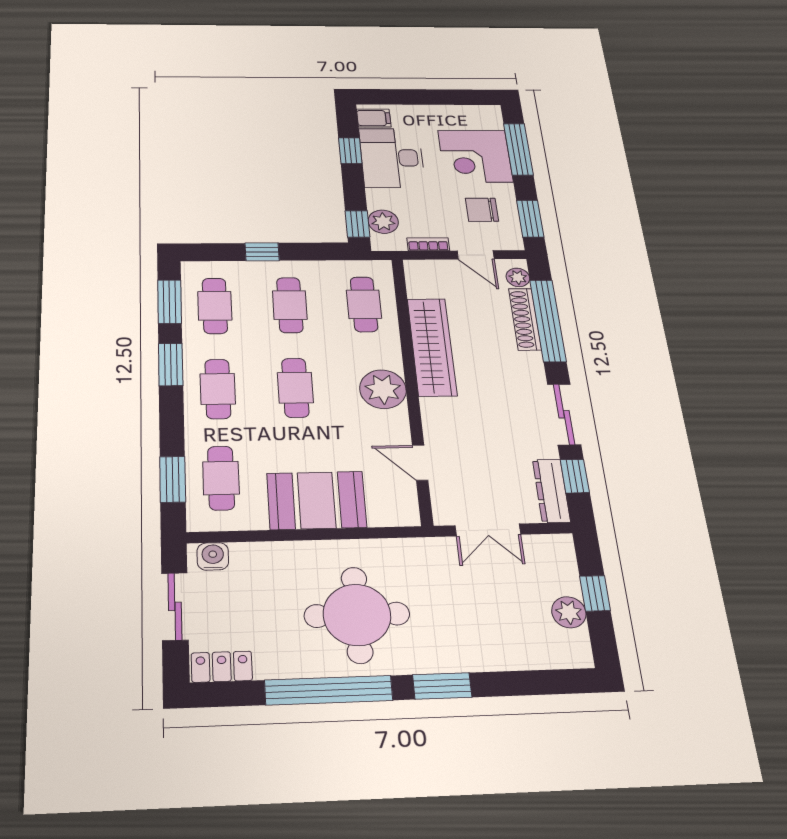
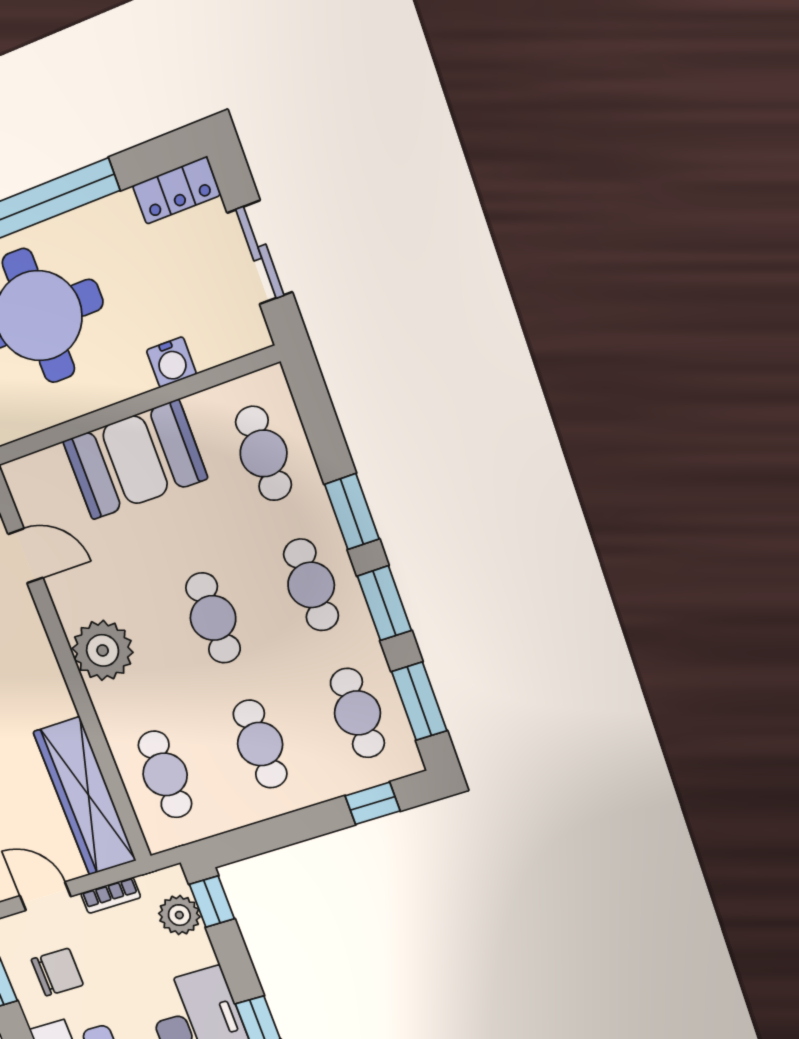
window: (262, 252) -> (373, 803), moved
wardrobe: (432, 347) -> (85, 796), moved
window: (173, 479) -> (352, 512), moved
water cooler: (213, 556) -> (171, 362), moved

